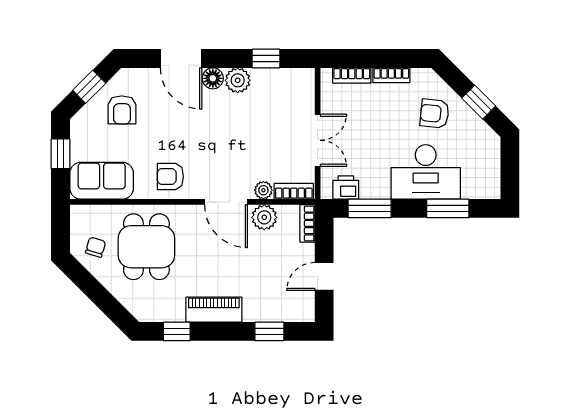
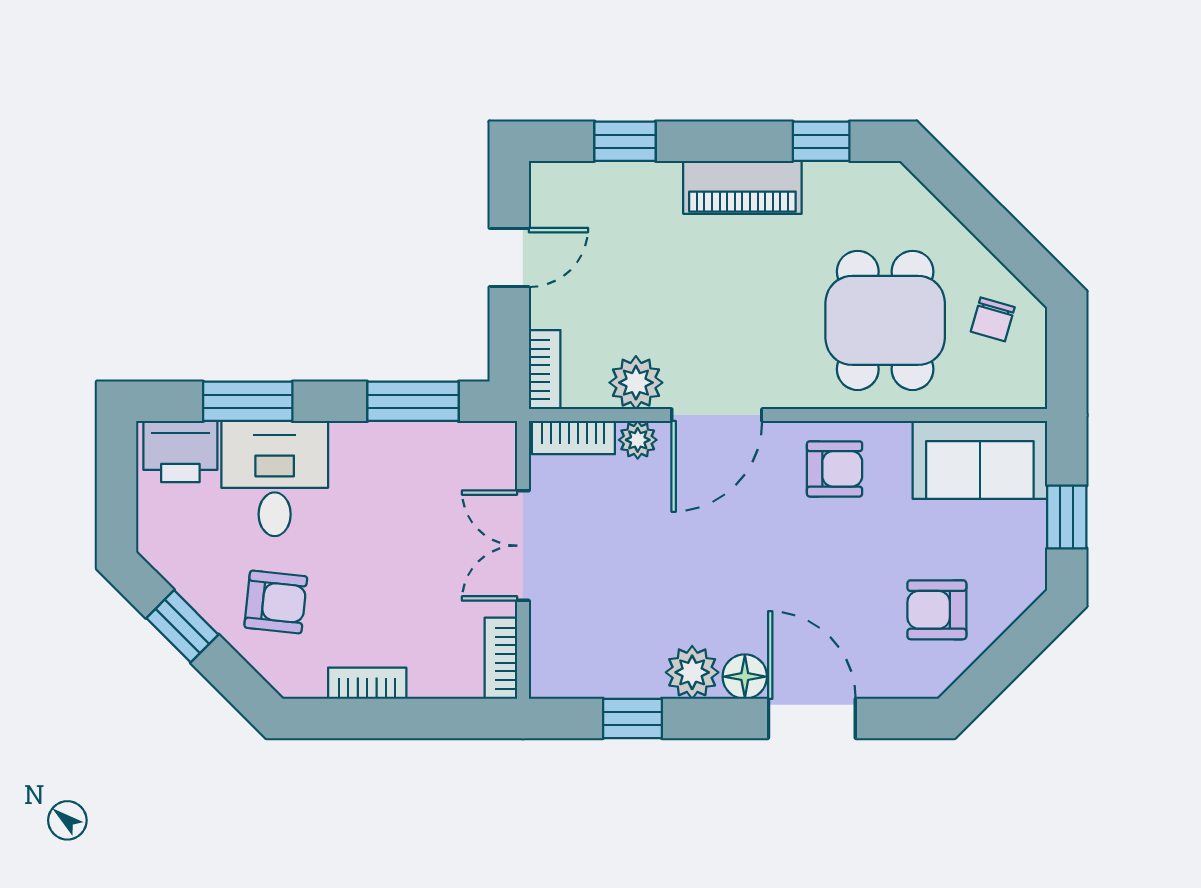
bookcase: (352, 75) -> (501, 658), moved, turned -90
window: (89, 87) -> (1006, 659), removed
armchair: (122, 110) -> (937, 610), turned -90
desk: (426, 172) -> (275, 479), width x0.73
printer: (346, 187) -> (180, 452), moved, width x1.36, depth x1.24
door: (226, 202) -> (717, 415), swing flipped

